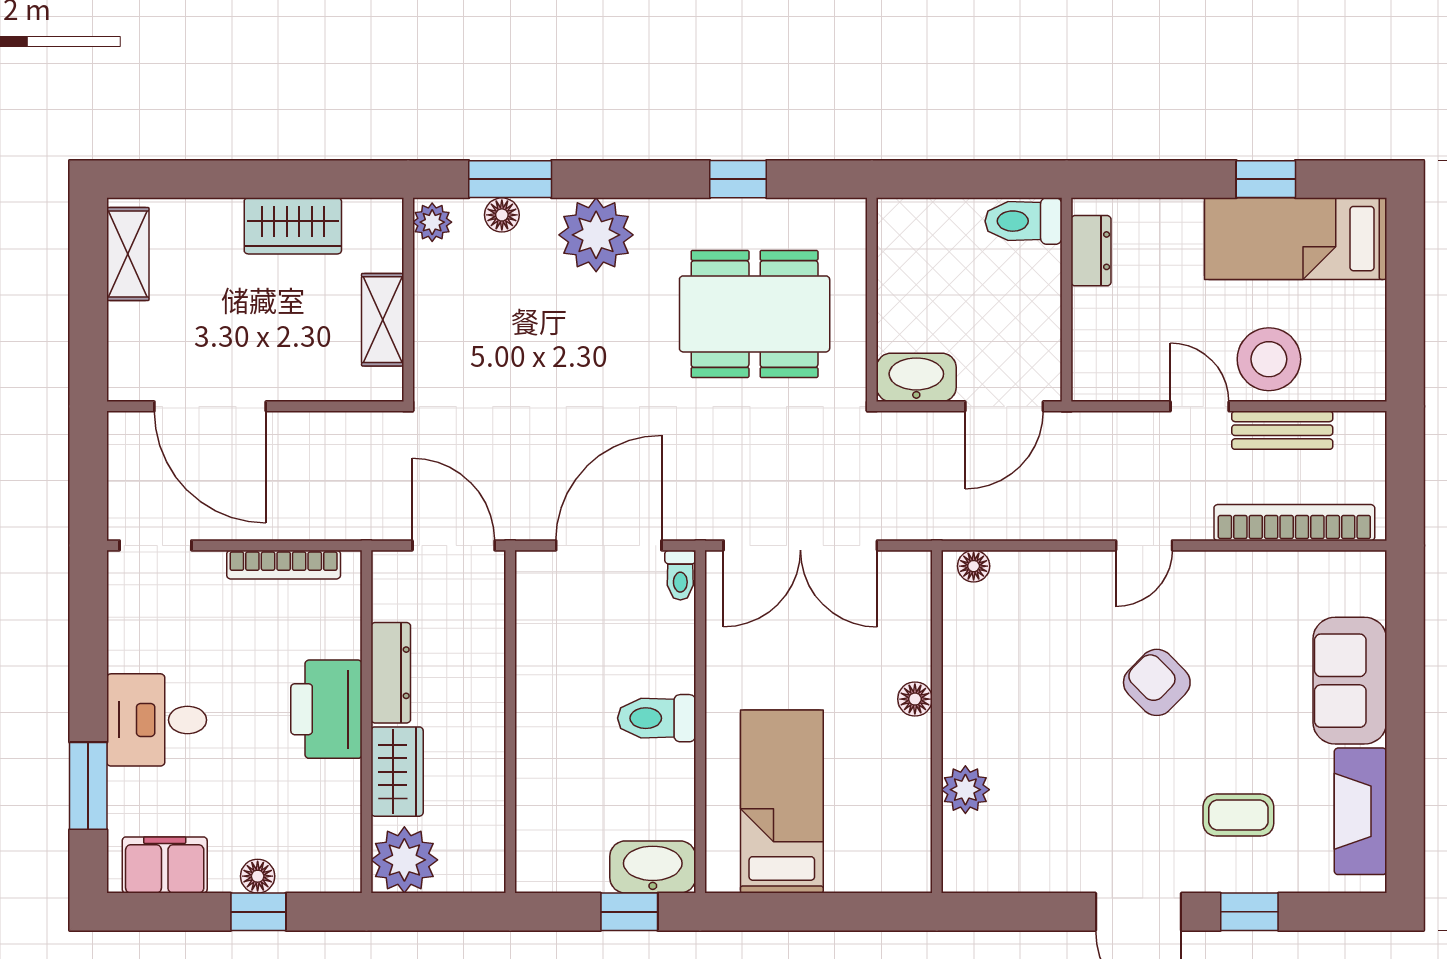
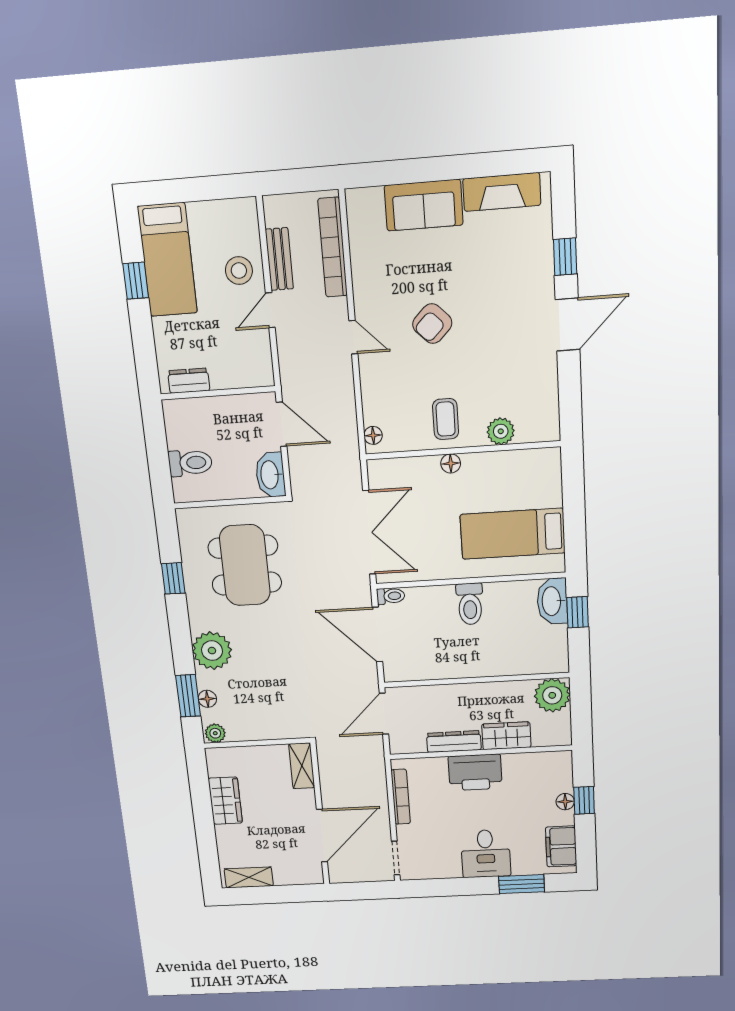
toilet: (1024, 221) -> (190, 463), moved, turned -90
shelving: (383, 320) -> (302, 766), moved, turned 90
stool: (1269, 359) -> (239, 271), width x0.73, depth x0.73
coffee table: (1238, 815) -> (446, 419), moved
plant: (404, 860) -> (552, 695), moved

